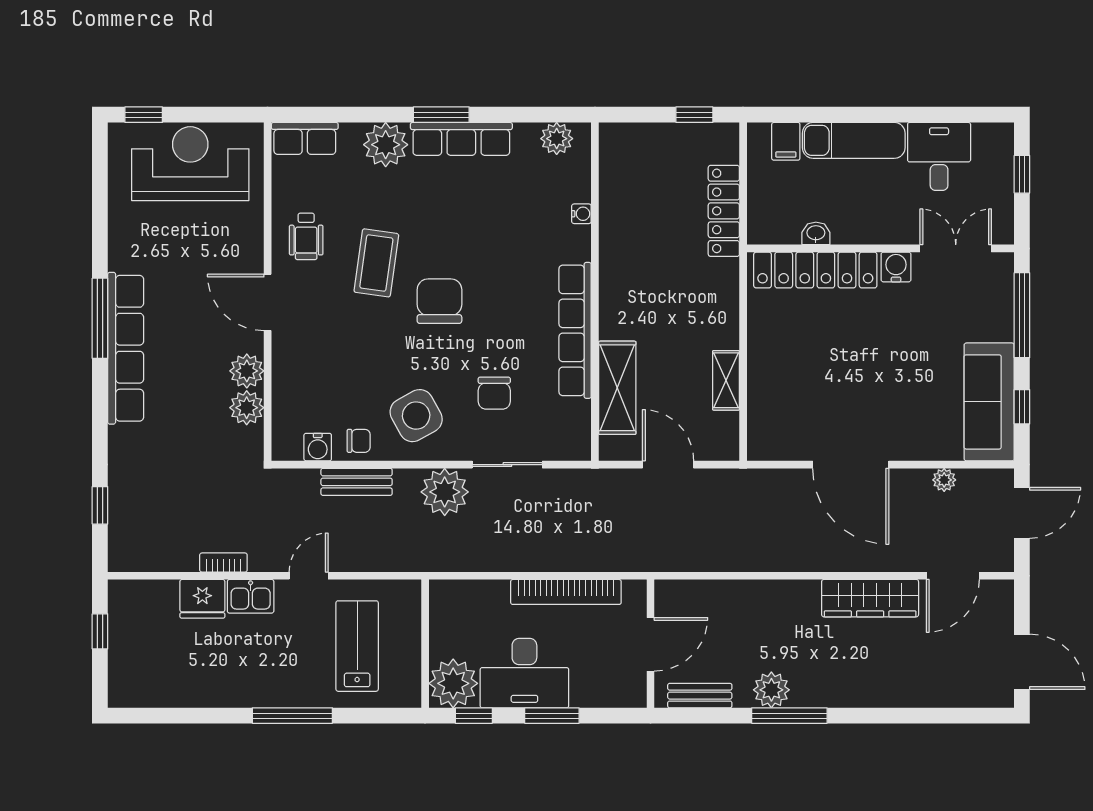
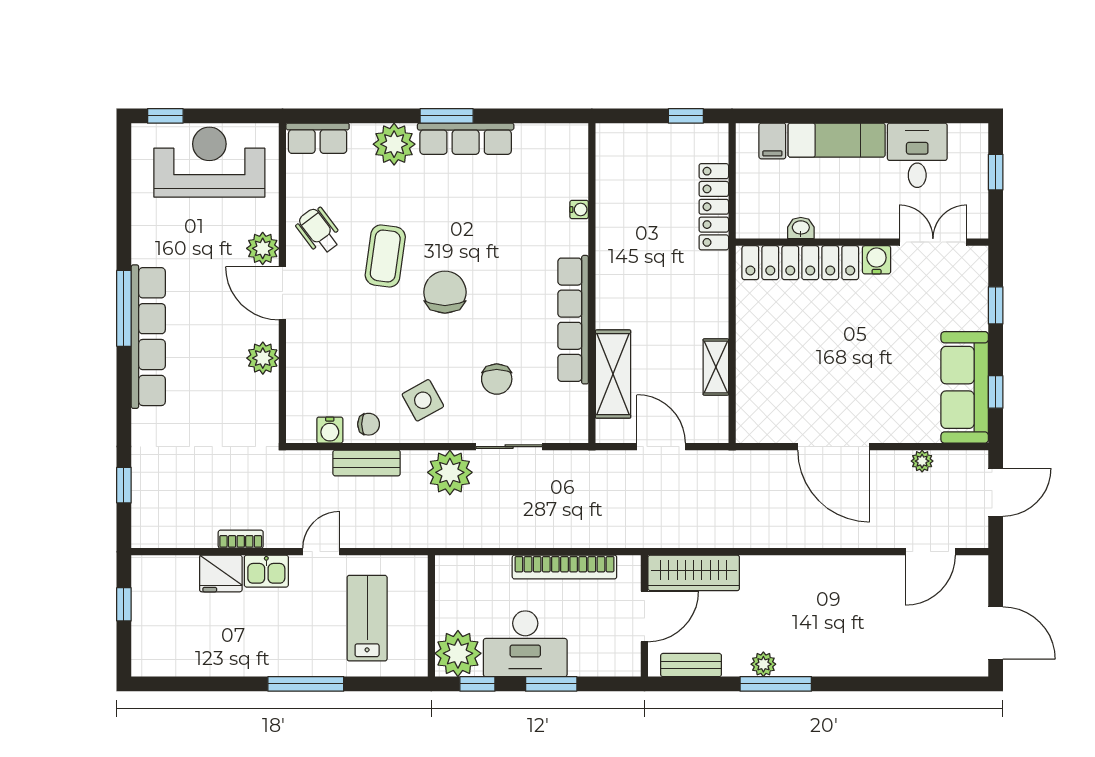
plant: (557, 139) -> (556, 138), removed
wheelchair: (306, 236) -> (319, 231), turned 143
window: (1022, 315) -> (996, 305), width x0.46
plant: (247, 408) -> (263, 248), moved
side table: (416, 416) -> (423, 400), width x0.73, depth x0.73
wardrobe: (870, 598) -> (694, 573), moved
plant: (771, 690) -> (763, 664), width x0.73, depth x0.73

